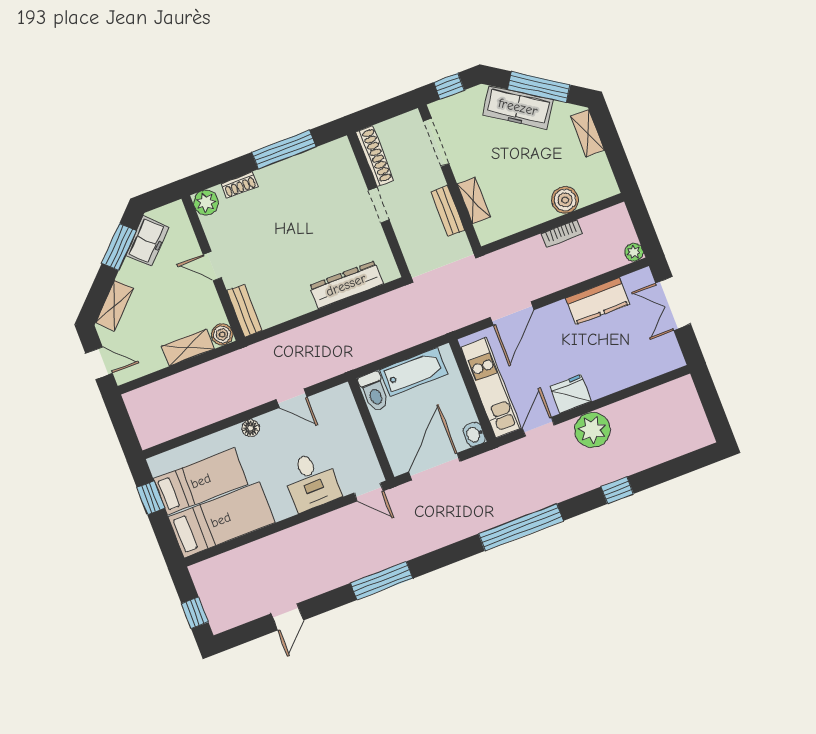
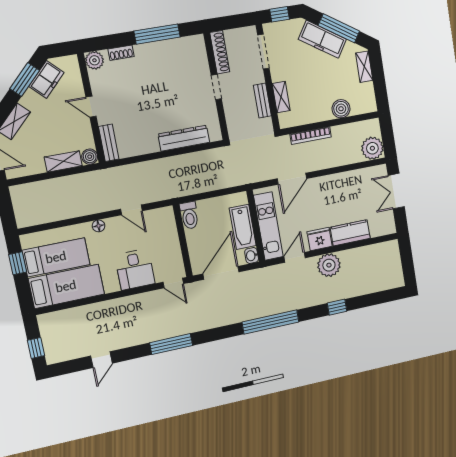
bookcase: (562, 234) -> (311, 136), moved, width x1.56
plant: (634, 252) -> (372, 148), width x1.88, depth x1.88
kitchen counter: (598, 301) -> (350, 233), moved, turned 180
bathtub: (414, 372) -> (243, 227), moved, turned 90

